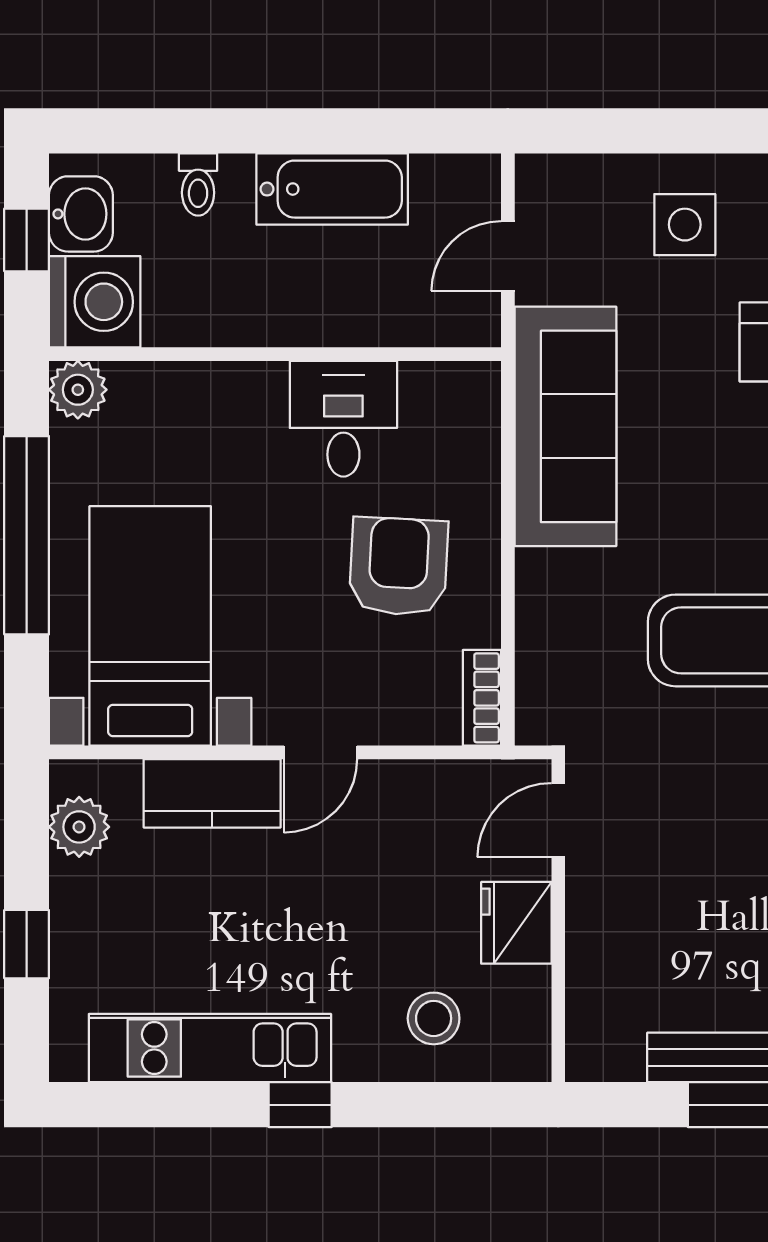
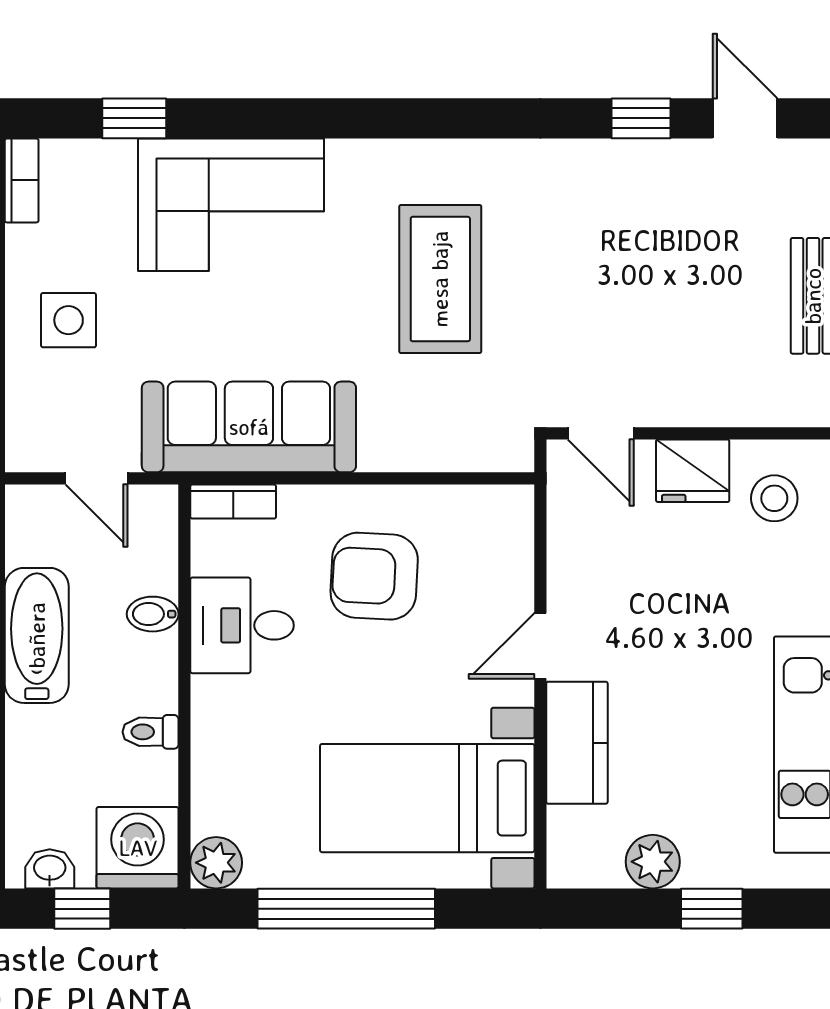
toilet: (198, 185) -> (150, 732), moved, turned 180
washbasin: (81, 214) -> (50, 869), width x0.72, depth x0.69
bidet: (356, 319) -> (153, 614), added
bookcase: (482, 698) -> (233, 502), moved
door: (320, 752) -> (540, 646), swing flipped
plant: (79, 827) -> (653, 862), moved
stool: (434, 1018) -> (774, 498), moved

